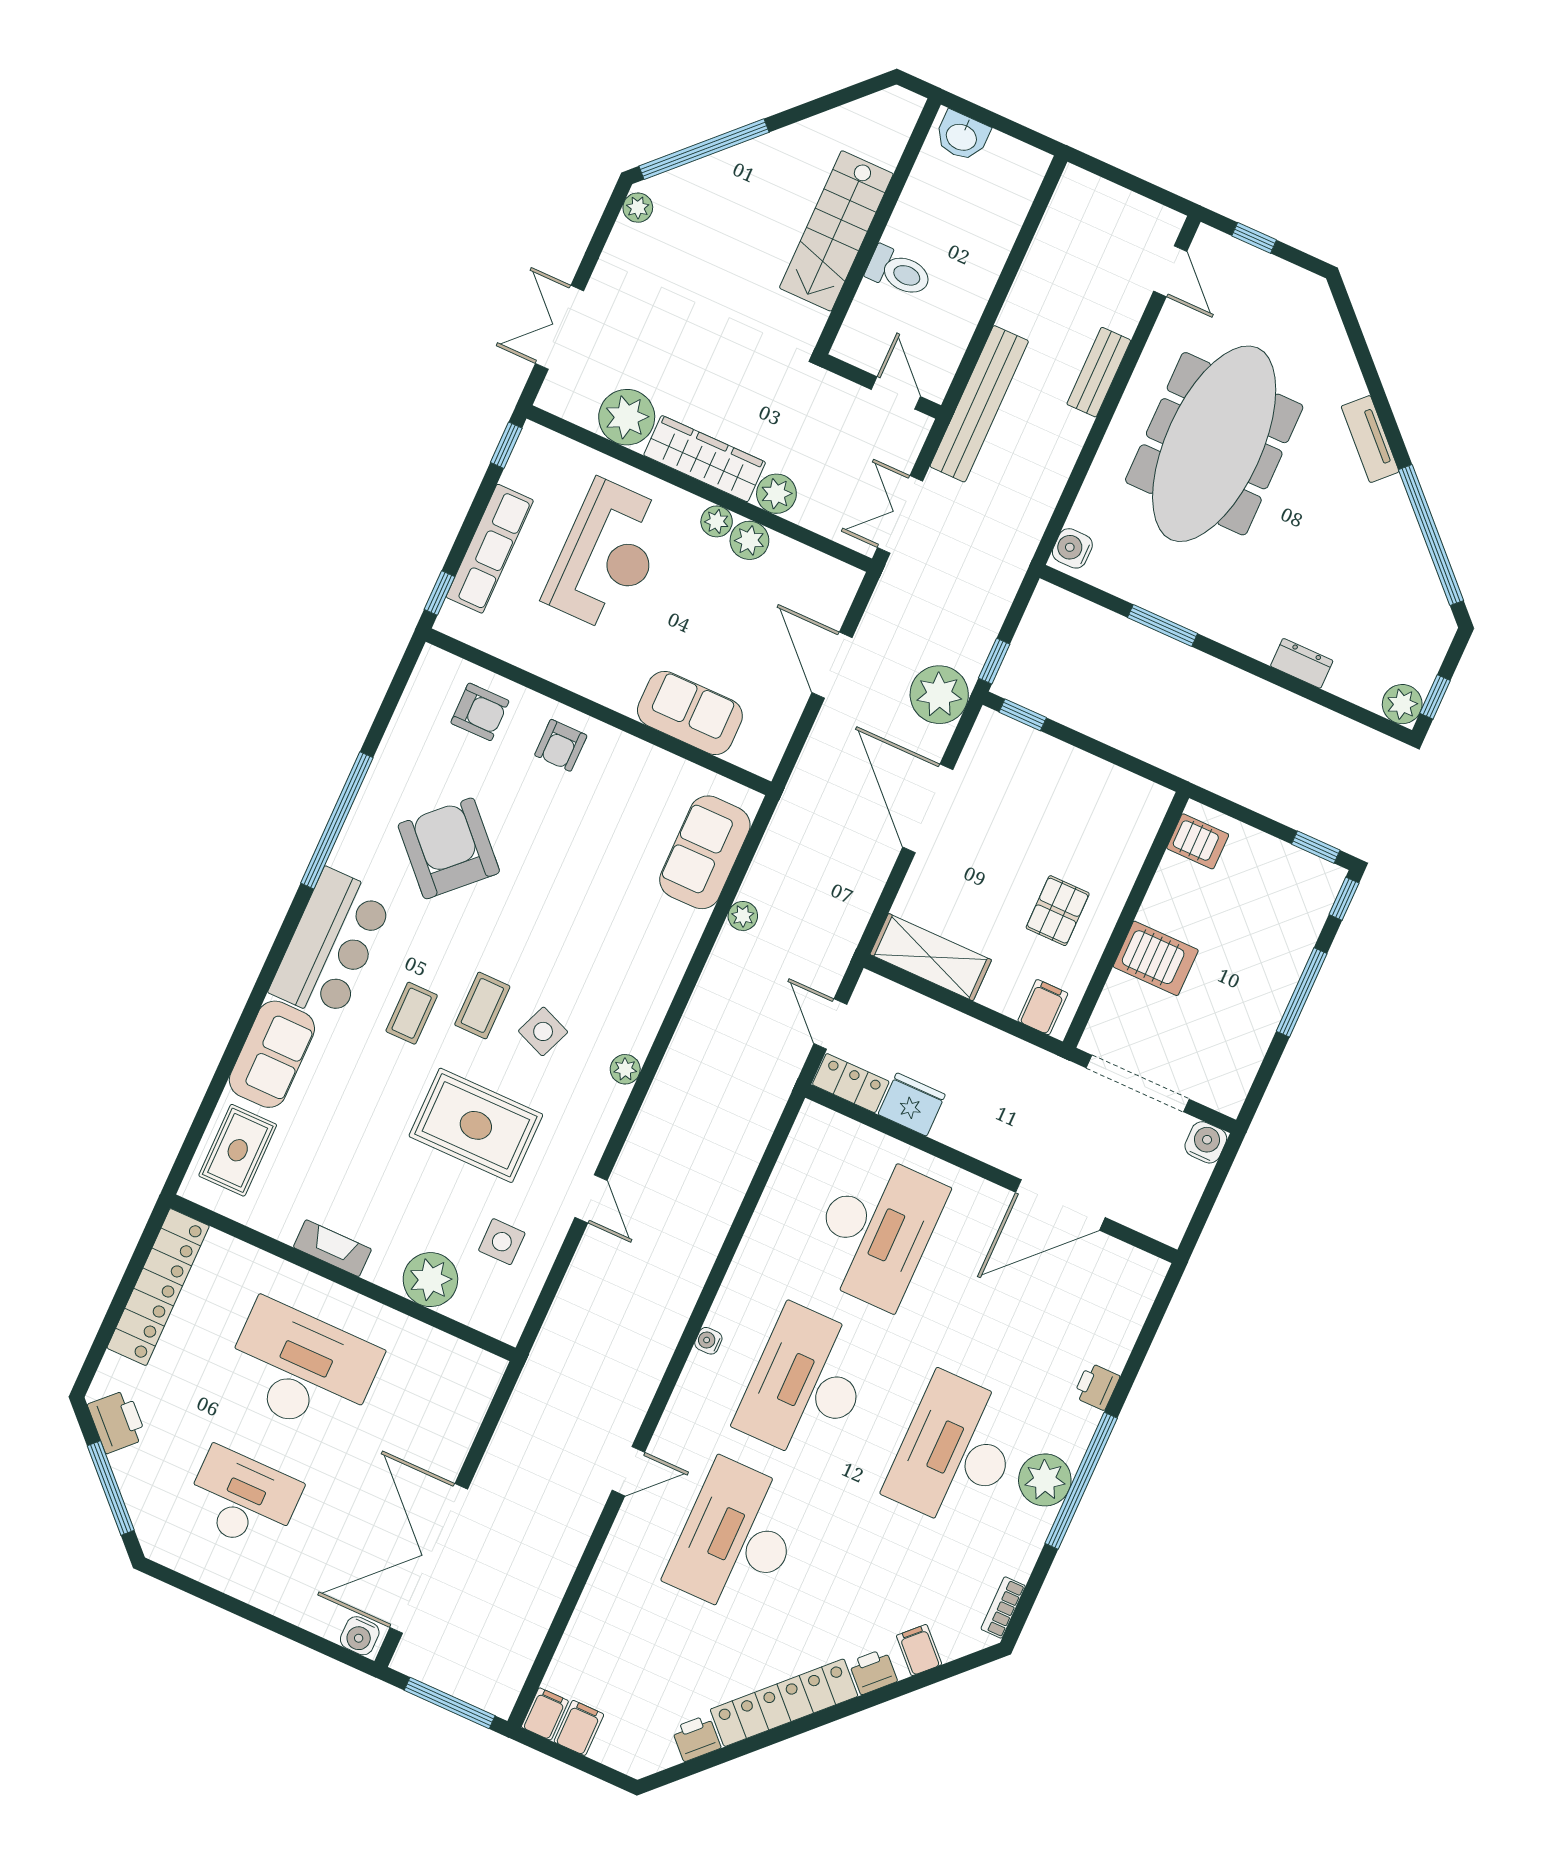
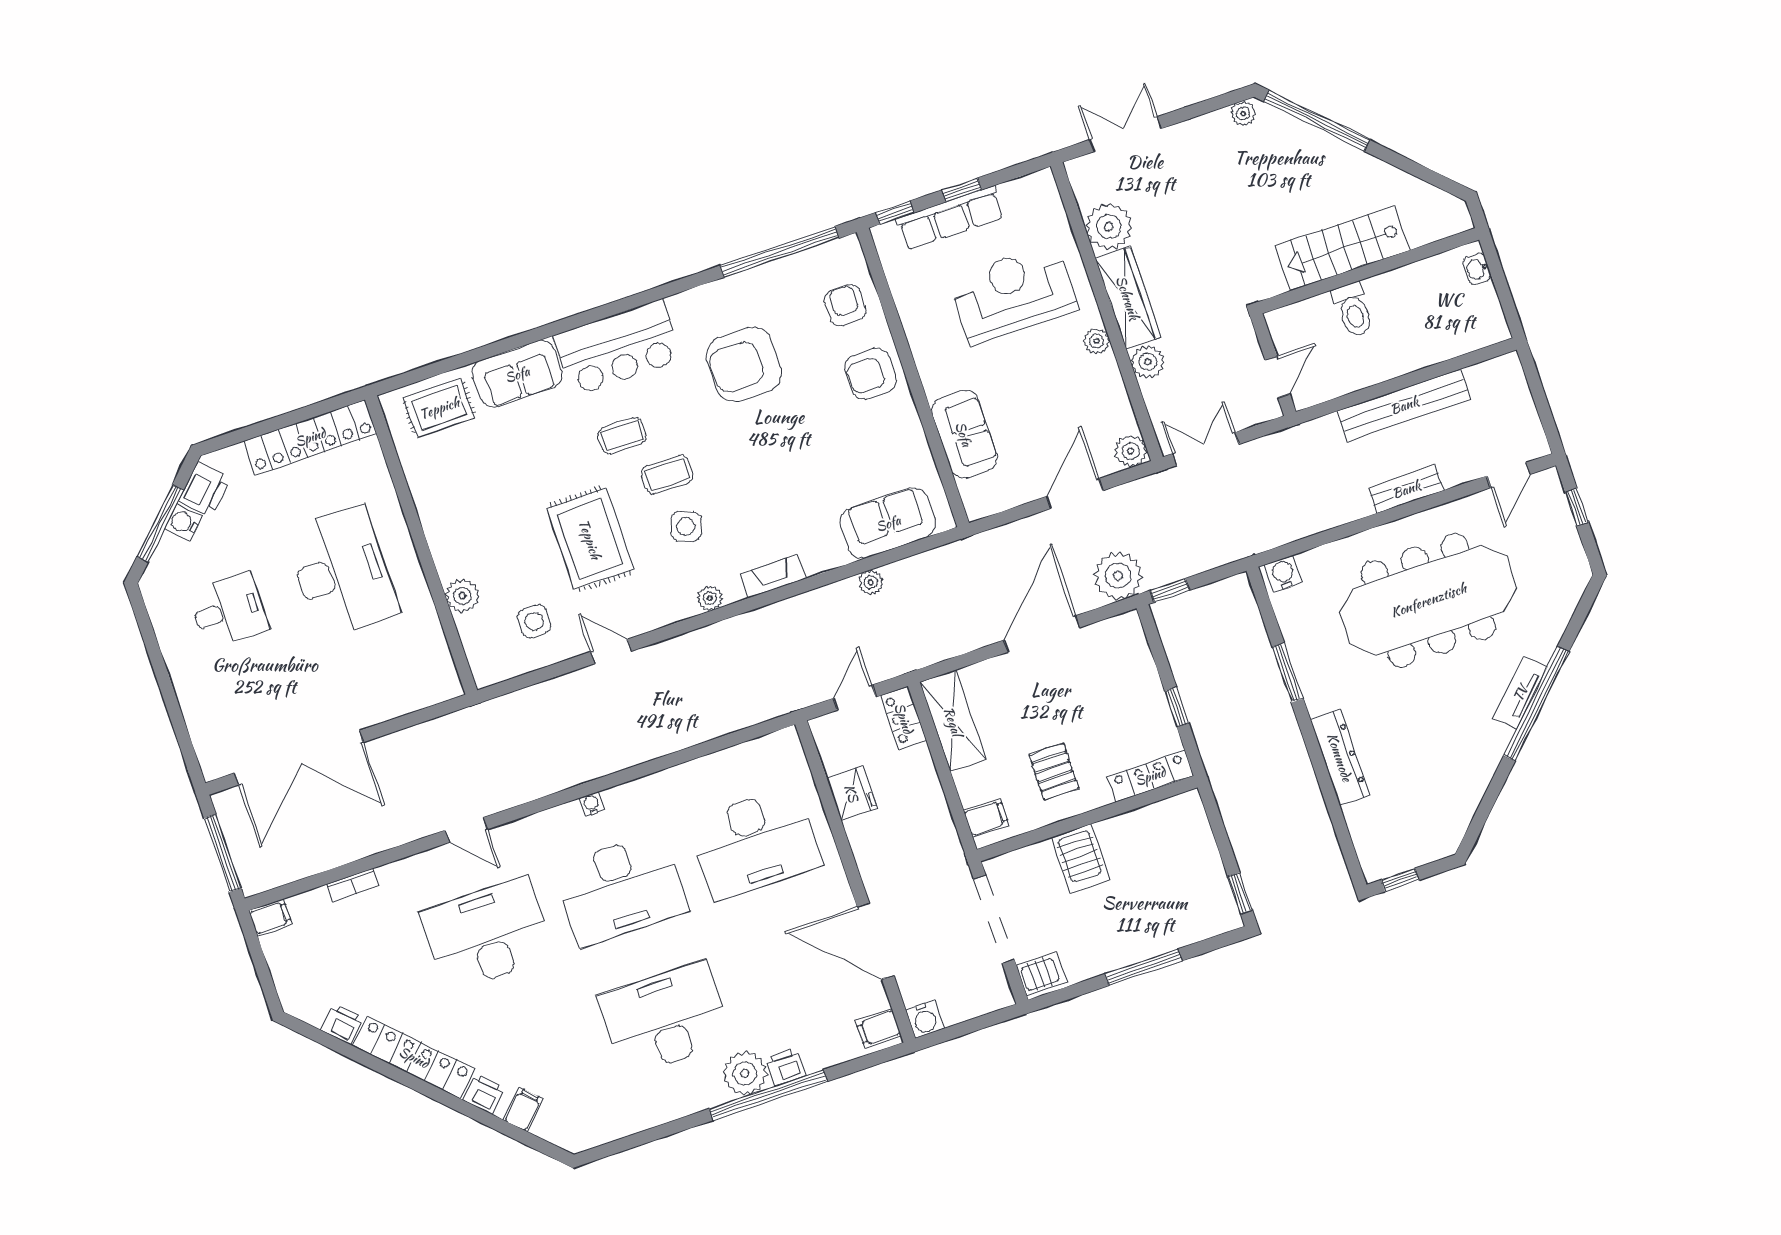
washbasin: (962, 136) -> (1477, 269), width x0.72, depth x0.69
bench: (979, 404) -> (1404, 405), moved
window: (506, 445) -> (962, 190), moved
window: (1431, 535) -> (1536, 704), moved
plant: (749, 540) -> (1131, 451), moved
reception desk: (607, 556) -> (1013, 294), turned 180
dresser: (1302, 663) -> (1340, 757), width x1.96, depth x1.24
plant: (1402, 704) -> (1377, 864), removed
armchair: (480, 712) -> (845, 305), turned 180
window: (1023, 715) -> (1177, 707), moved
armchair: (561, 745) -> (871, 374), width x1.38, depth x1.38
window: (337, 820) -> (779, 252), moved
locker: (1141, 830) -> (1150, 776), added
server rack: (1198, 841) -> (1042, 974), moved, turned -90
armchair: (449, 848) -> (744, 364), turned -136
window: (1344, 899) -> (1225, 940), removed
pallet: (1058, 911) -> (1054, 772), turned 90
locker: (851, 1083) -> (904, 718), moved, turned 180
water cooler: (1206, 1142) -> (925, 1019), moved, turned 90
door: (591, 1199) -> (611, 651), swing flipped
fireplace: (332, 1248) -> (773, 576), moved, turned -90
plant: (430, 1280) -> (462, 596), width x0.73, depth x0.73
desk: (806, 1384) -> (621, 889), turned 180
plant: (1045, 1480) -> (745, 1073), moved
window: (1081, 1481) -> (768, 1095), moved
desk: (243, 1499) -> (229, 610), width x0.73
double door: (429, 1558) -> (299, 758), swing flipped
bookcase: (1003, 1608) -> (353, 885), moved, turned 180
water cooler: (360, 1636) -> (183, 522), moved, turned 45
filing cabinet: (579, 1728) -> (878, 1028), moved, turned 180

